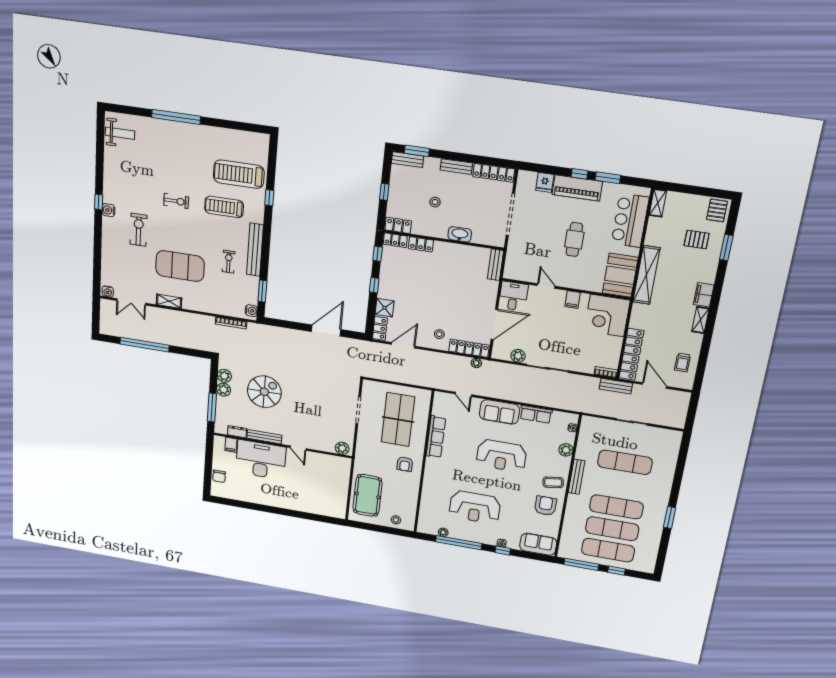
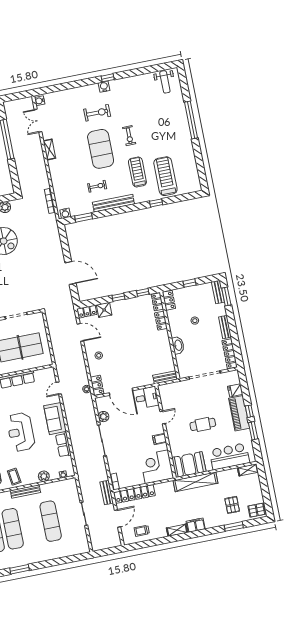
exercise mat: (180, 266) -> (101, 149), moved
locker: (469, 348) -> (97, 385), width x0.66

